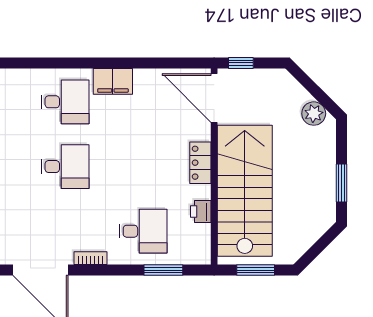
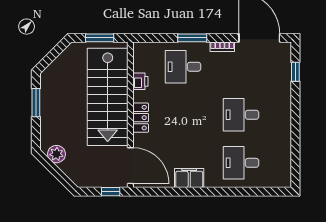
filing cabinet: (113, 81) -> (189, 178), moved
window: (163, 270) -> (192, 38), moved

